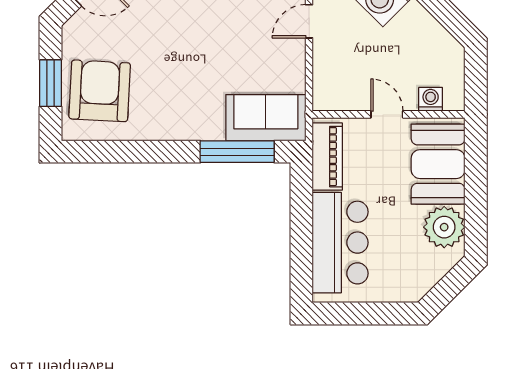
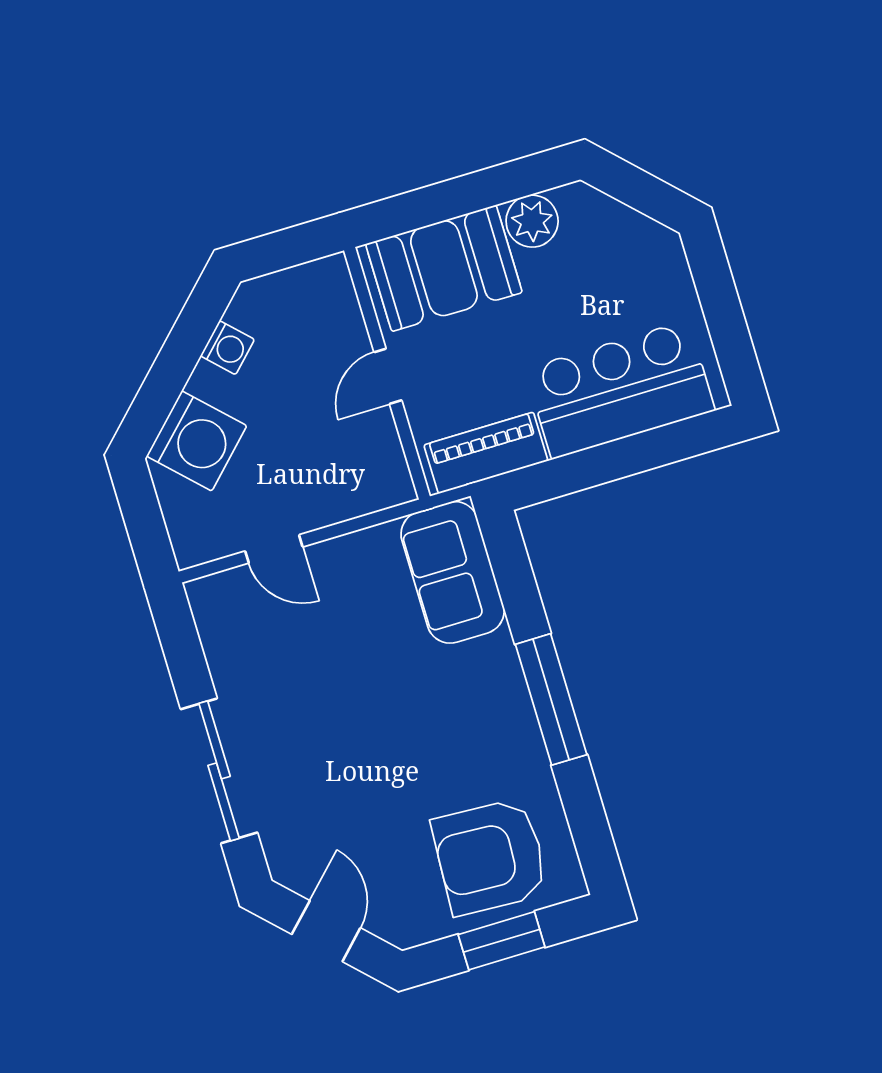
washing machine: (431, 99) -> (227, 348), moved, turned -135
window: (237, 152) -> (551, 699), moved
plant: (444, 227) -> (532, 221), width x0.73, depth x0.73

